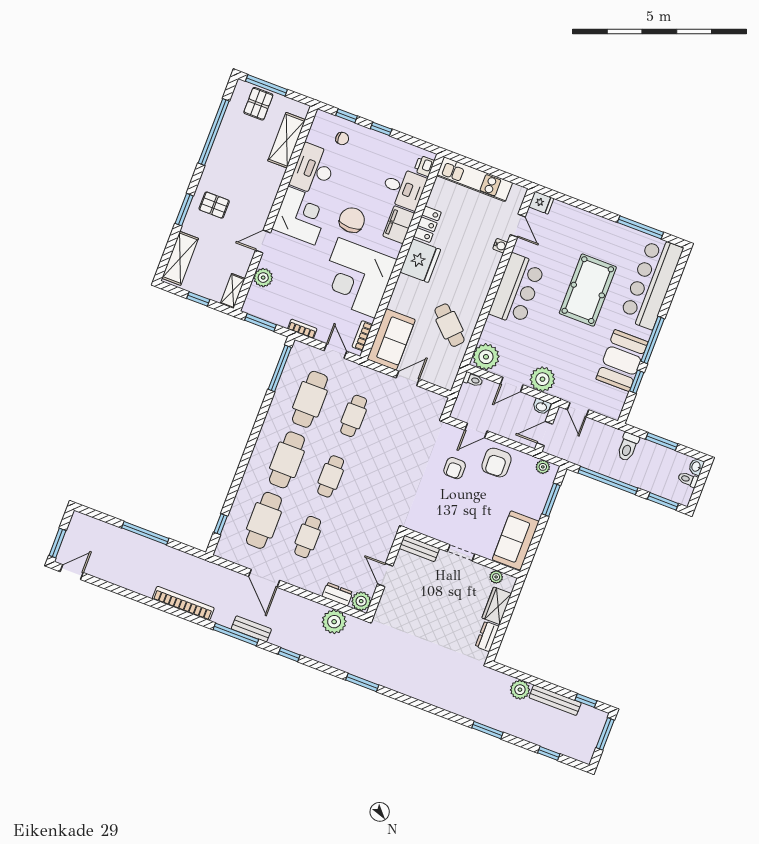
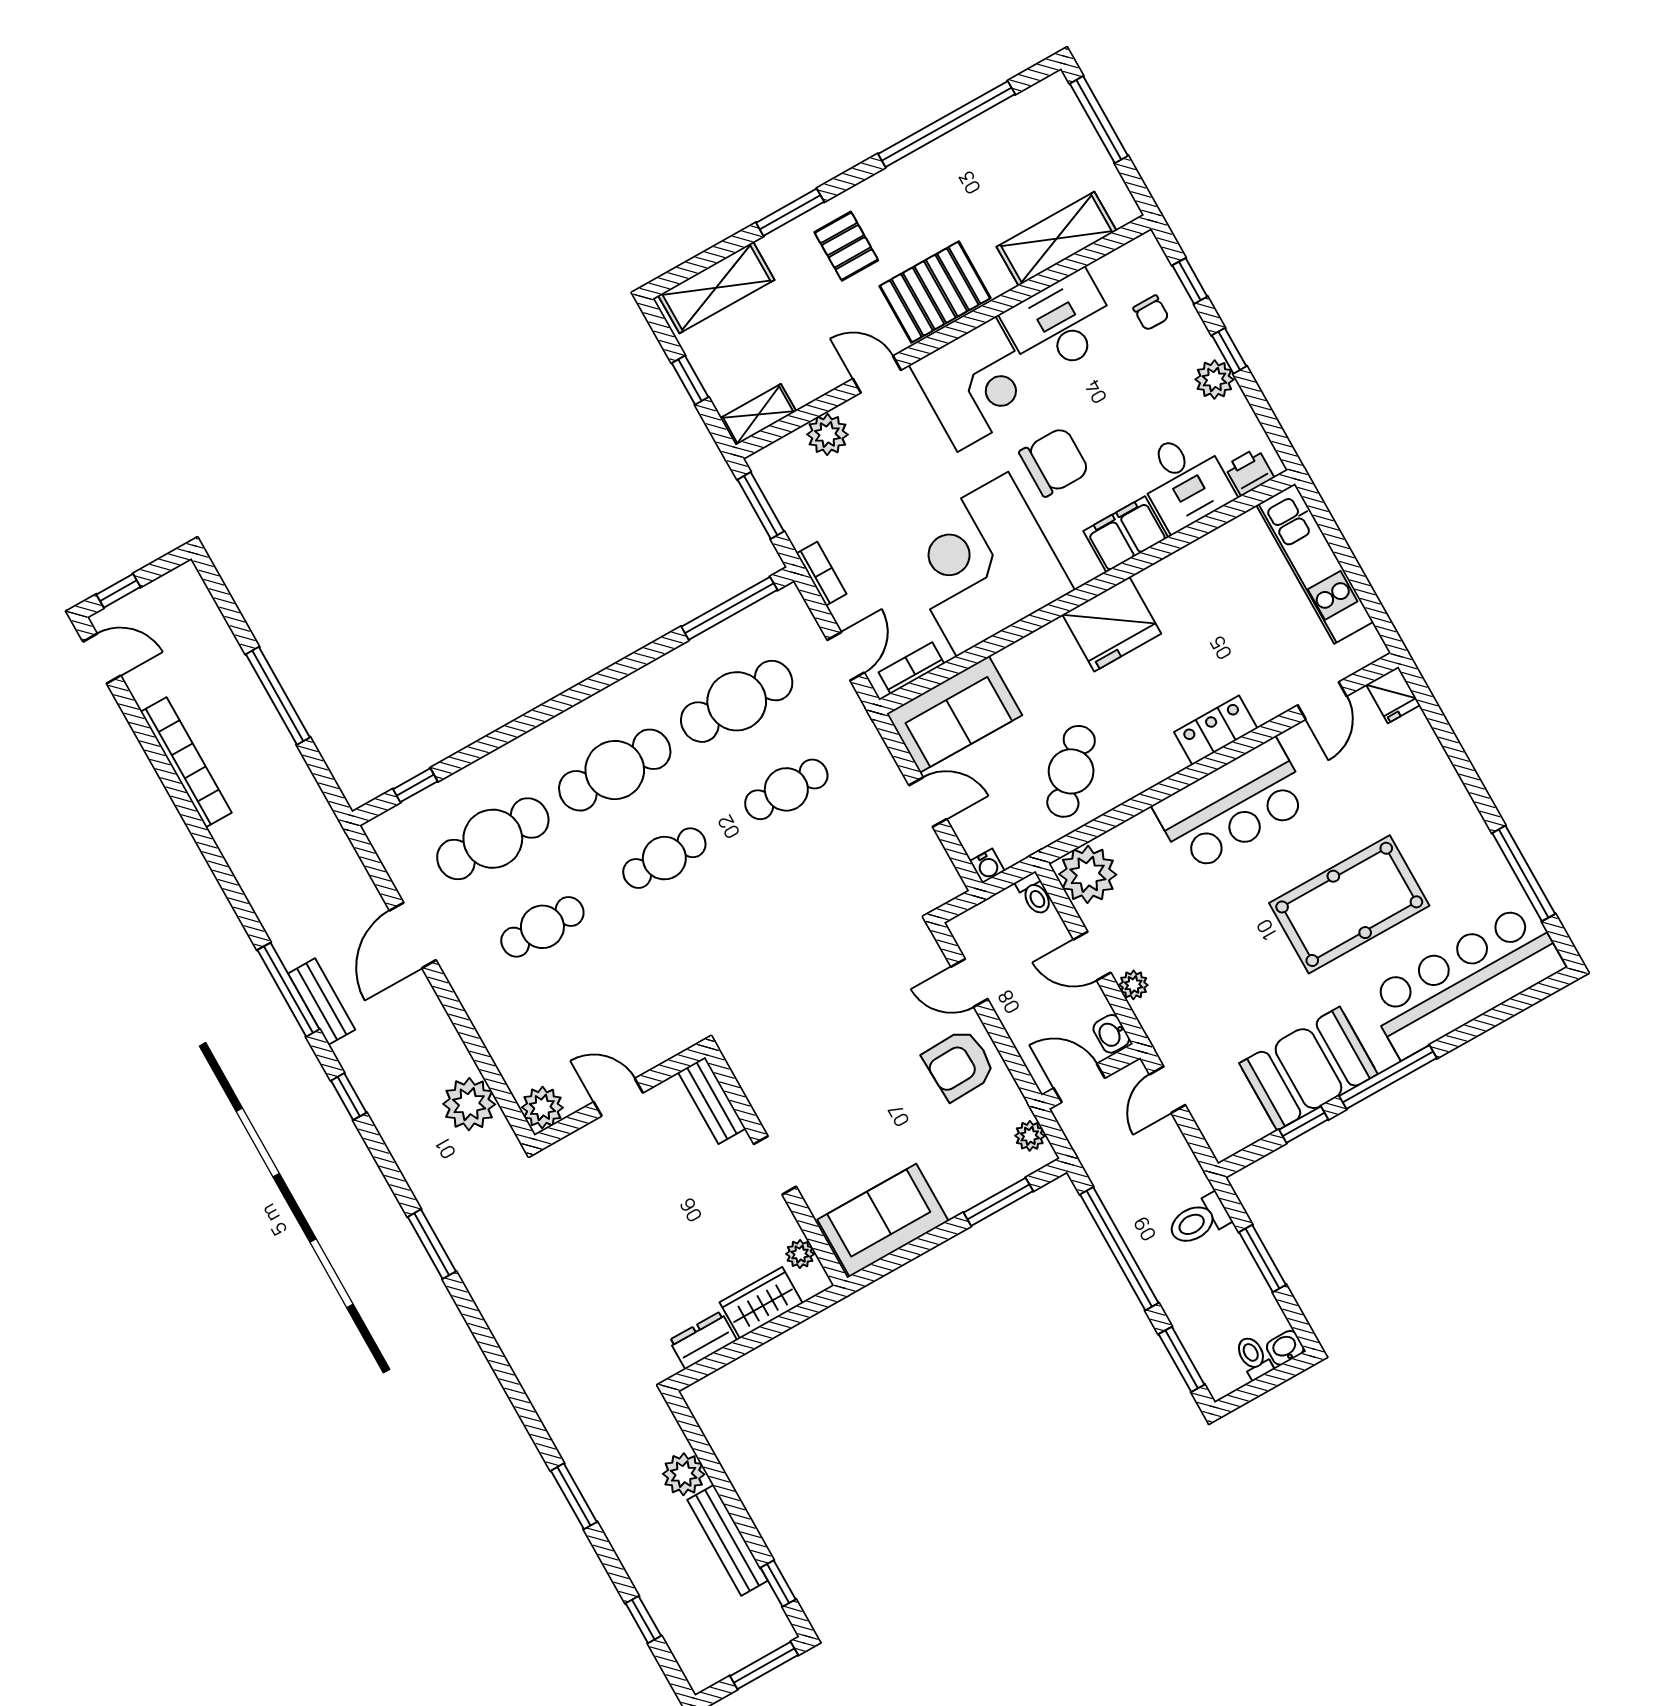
pallet: (258, 104) -> (935, 292), moved, width x1.50, depth x1.42
plant: (384, 143) -> (1214, 379), added
locker: (427, 224) -> (1216, 730), moved, turned 180
water cooler: (500, 246) -> (987, 866), moved
plant: (542, 379) -> (1134, 985), width x0.53, depth x0.53
armchair: (455, 468) -> (882, 1016), removed
window: (57, 543) -> (118, 591), width x0.67
door: (385, 575) -> (618, 1097), hinge flipped
dresser: (337, 594) -> (513, 1063), removed
bookcase: (183, 603) -> (186, 762), moved

